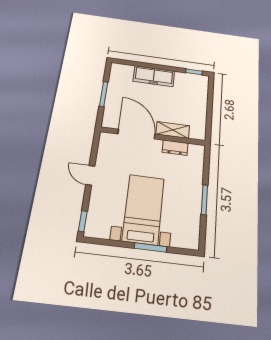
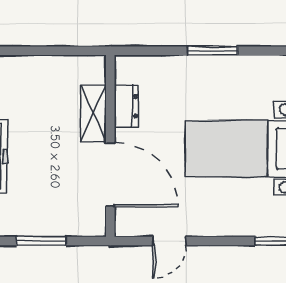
door: (136, 134) -> (110, 175), swing flipped
door: (90, 175) -> (170, 241), moved

